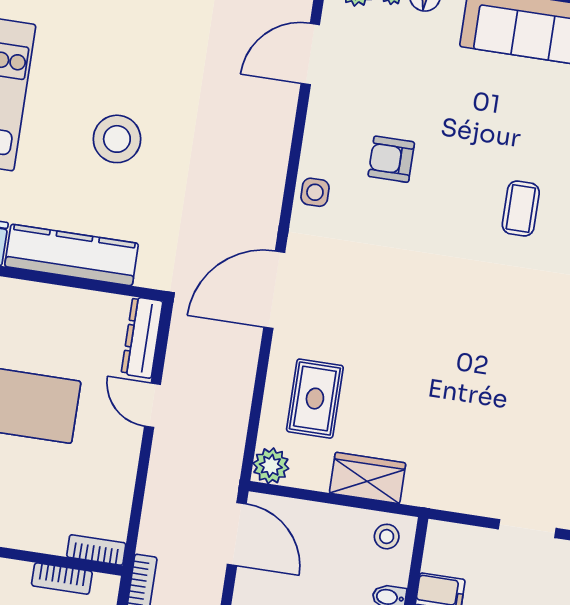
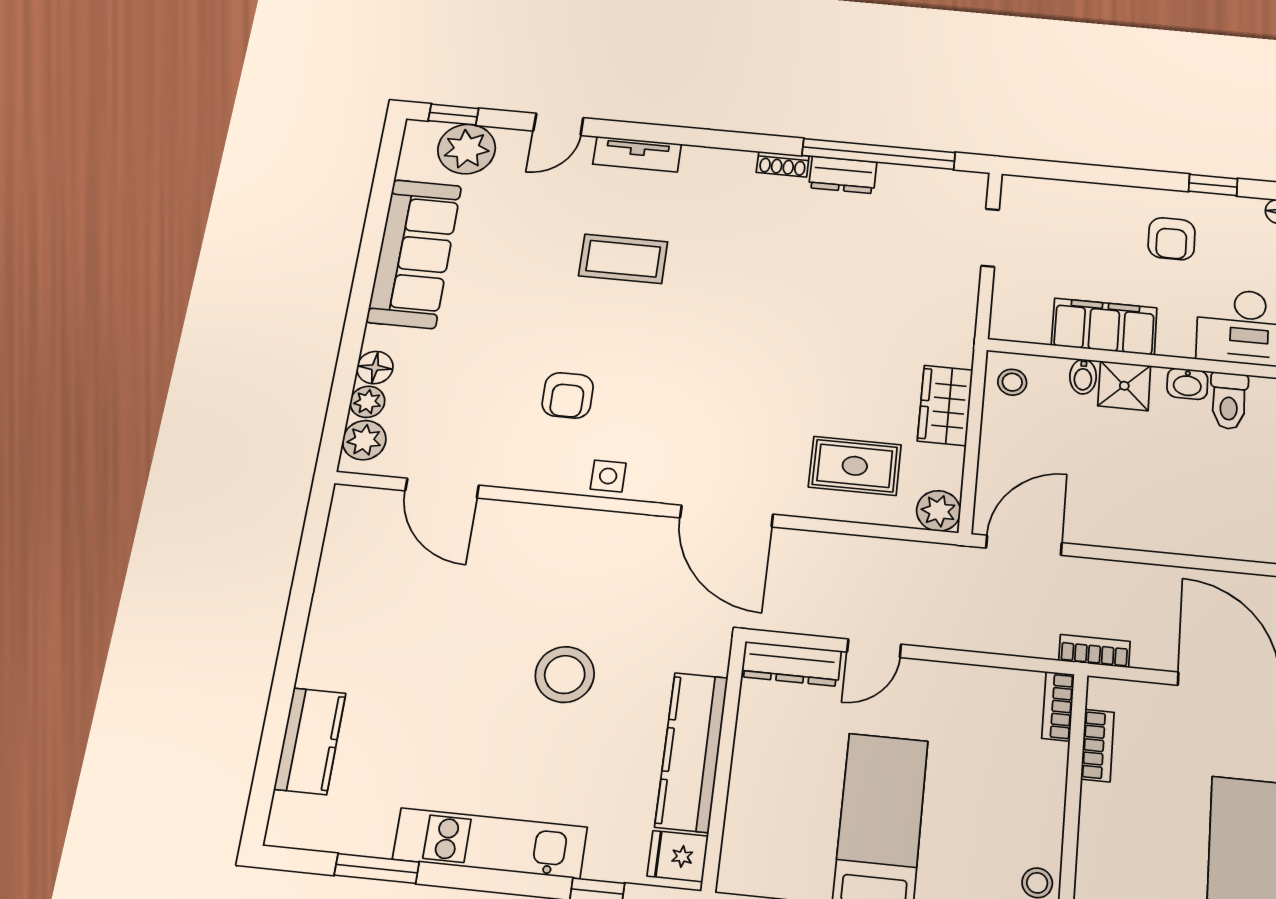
stool: (117, 139) -> (565, 675), moved
coffee table: (521, 209) -> (623, 259), width x1.36, depth x1.30

